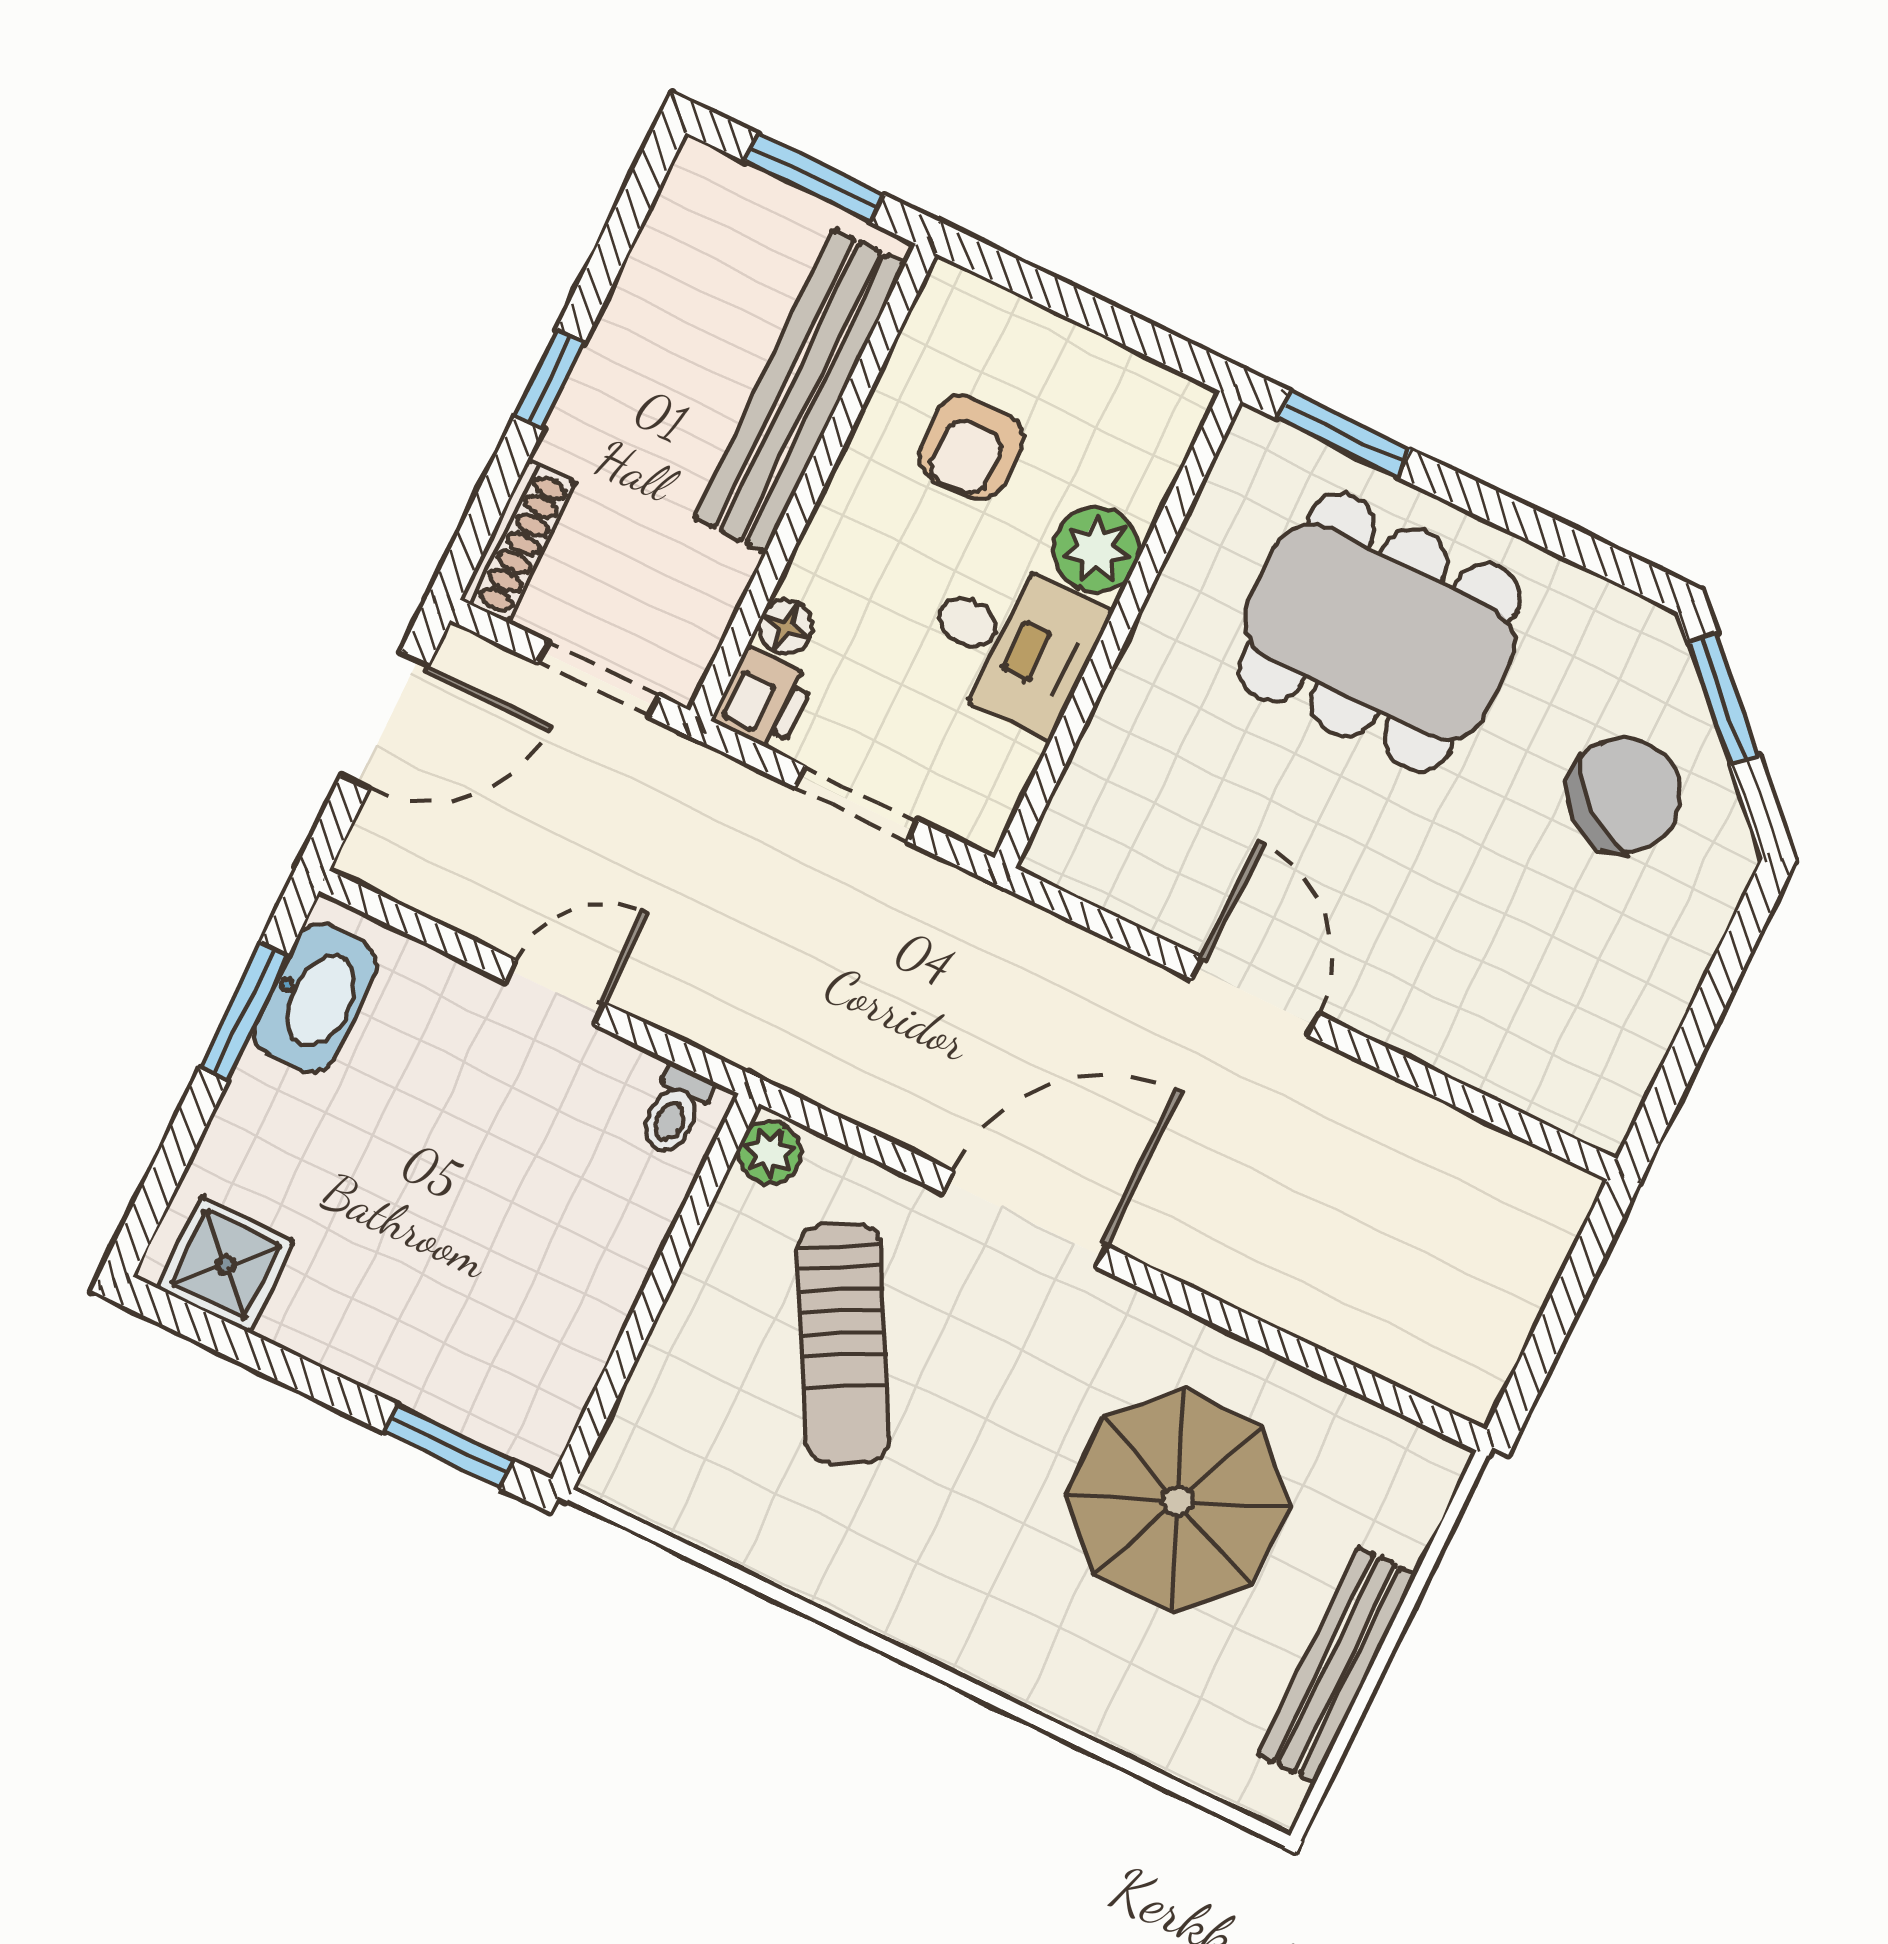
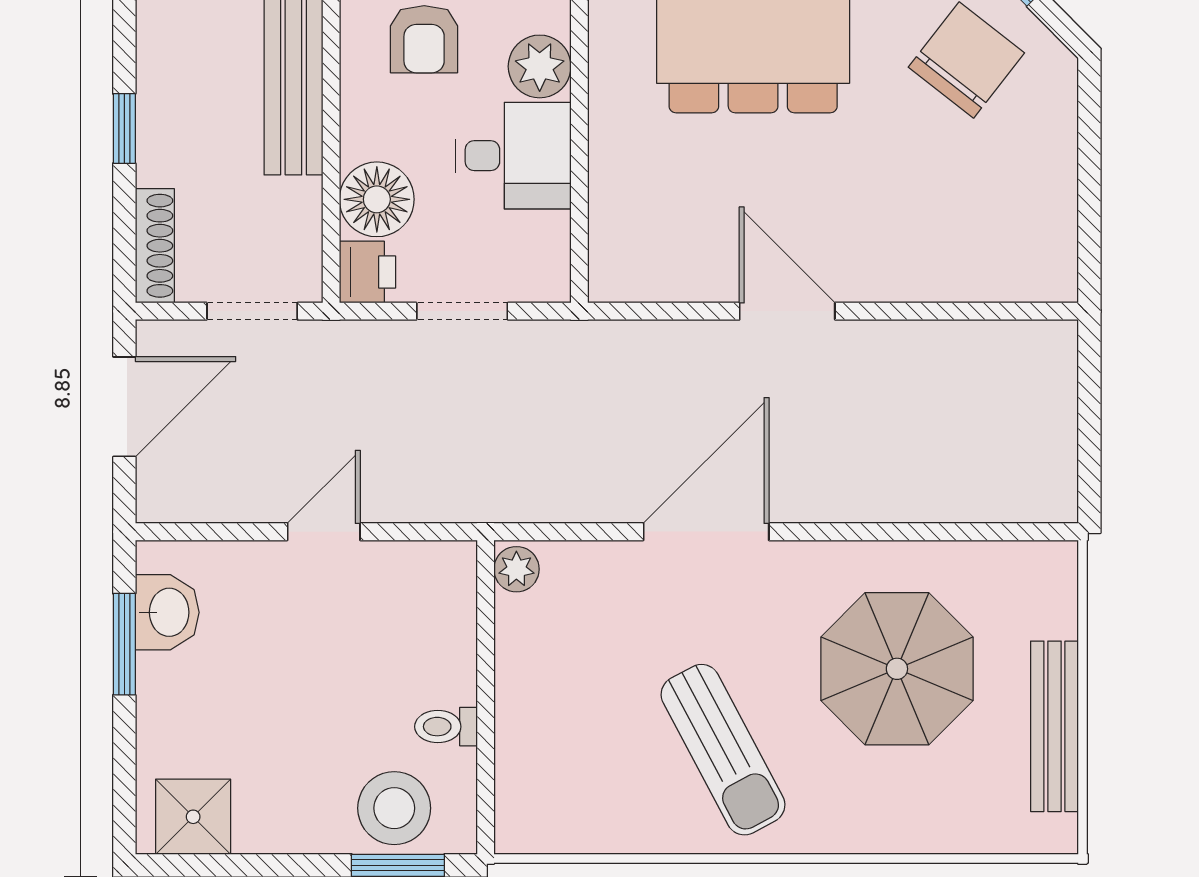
floor lamp: (786, 627) -> (377, 199), width x1.89, depth x1.89
washbasin: (315, 998) -> (167, 612), width x0.72
toilet: (675, 1110) -> (446, 727), moved, turned 90
sun lounger: (843, 1343) -> (723, 750), moved
stool: (478, 1373) -> (394, 808), added

